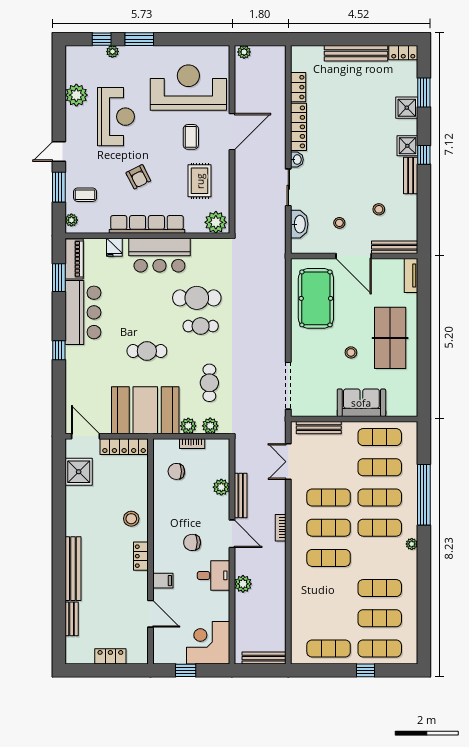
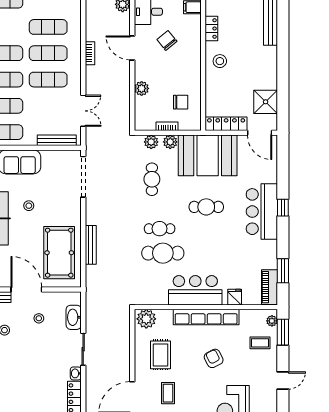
window: (59, 187) -> (283, 332), moved
bar counter: (83, 312) -> (262, 212), moved
bench: (241, 495) -> (91, 245), moved
chair: (192, 542) -> (167, 40), turned -129

